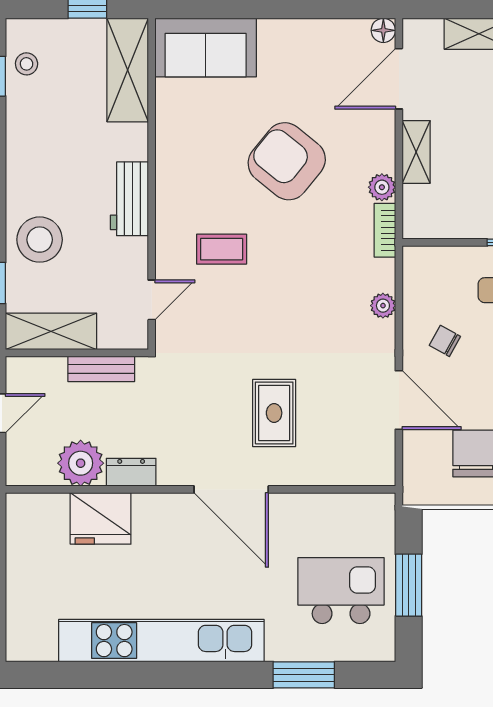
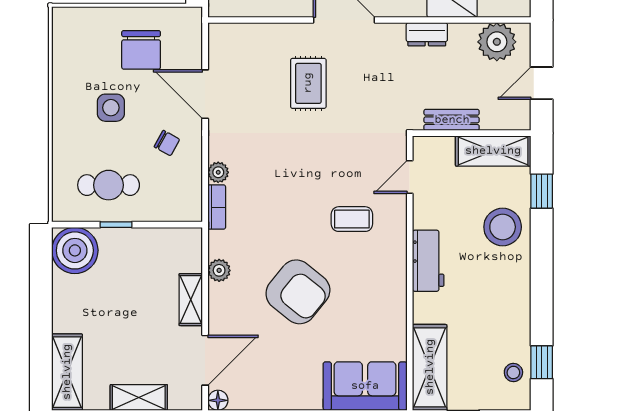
bookcase: (385, 230) -> (217, 207), moved
plant: (81, 463) -> (497, 42), moved

